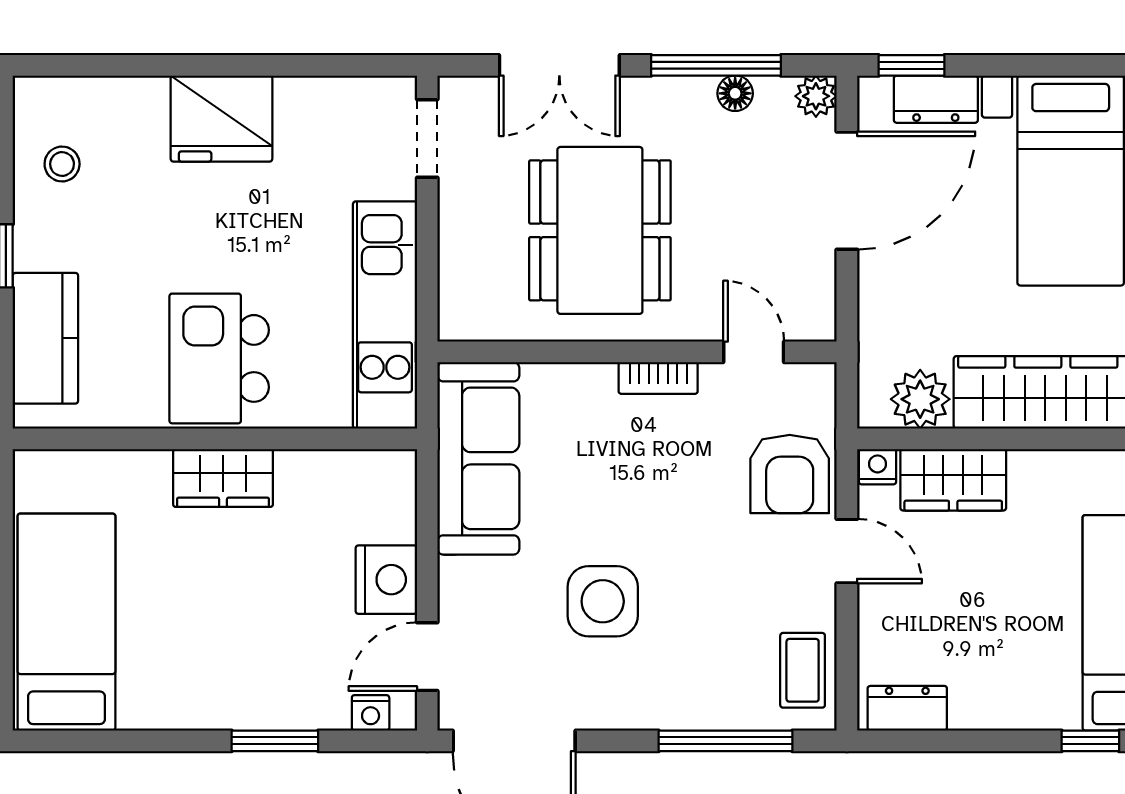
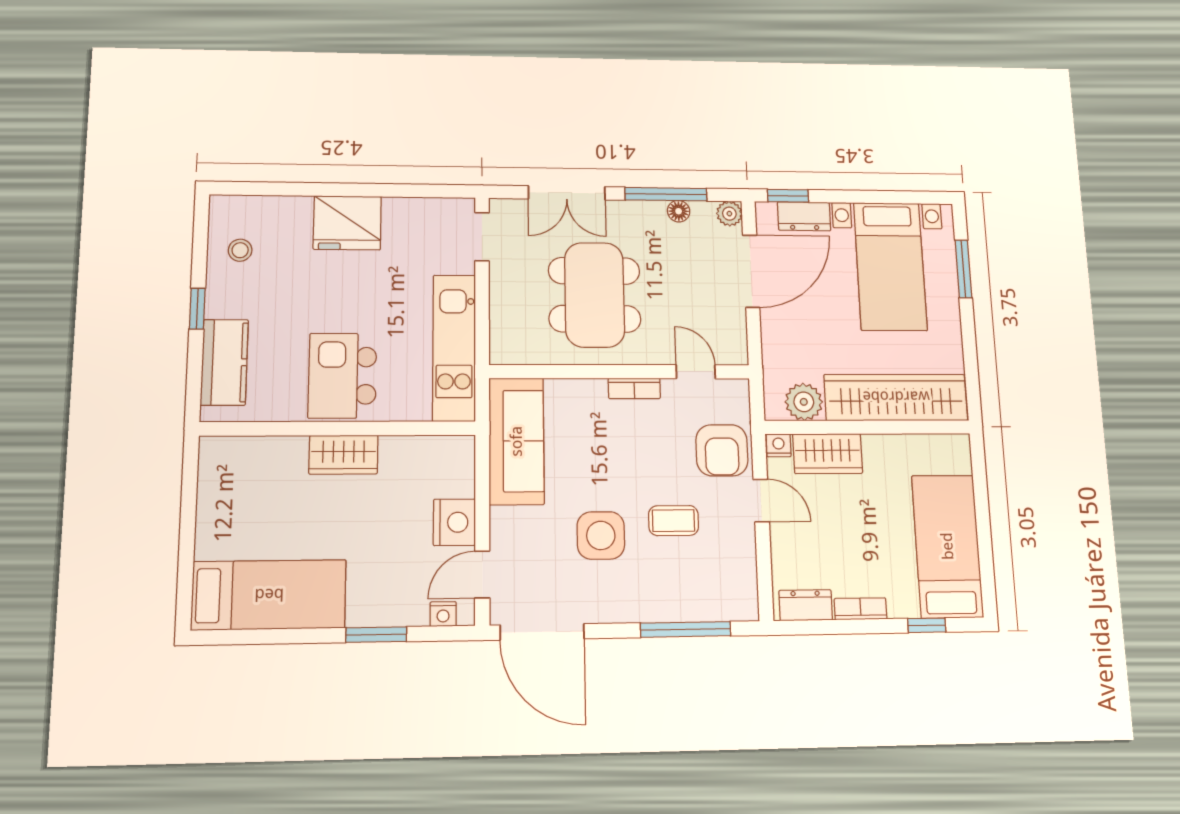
bed: (66, 622) -> (269, 595), moved, turned 90
coffee table: (803, 670) -> (674, 521), moved, turned 90
bookcase: (991, 715) -> (860, 609), added

